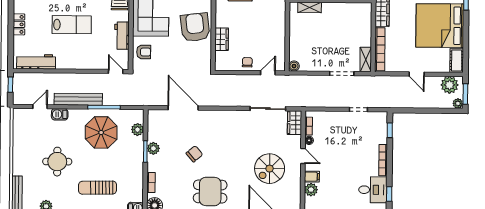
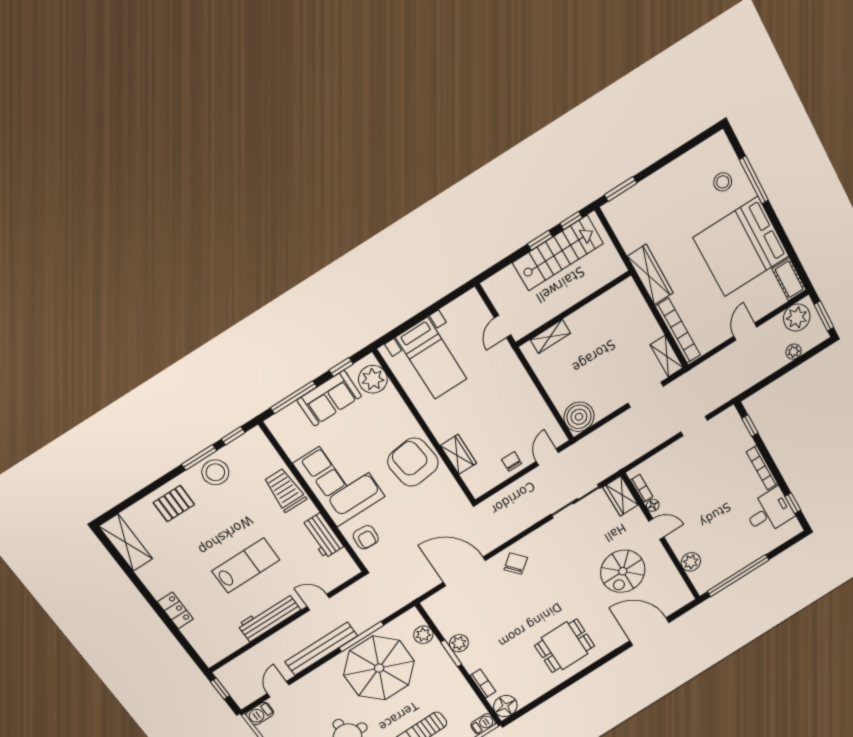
armchair: (144, 52) -> (366, 537), turned 94
workbench: (36, 62) -> (269, 617), moved
boiler: (294, 66) -> (579, 417), width x1.86, depth x1.86
door: (116, 71) -> (318, 602), moved
door: (417, 74) -> (745, 332), swing flipped
plant: (458, 103) -> (794, 352), moved
barbecue: (60, 114) -> (260, 714), moved
parasol: (101, 132) -> (379, 668), width x1.36, depth x1.36
chair: (194, 154) -> (516, 564), moved
filing cabinet: (312, 177) -> (683, 546), removed

